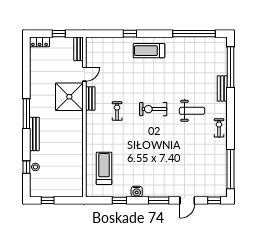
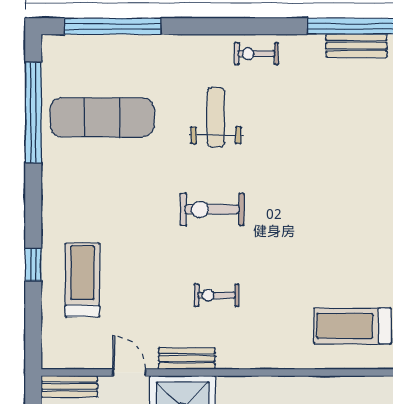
treadmill: (149, 51) -> (82, 280), moved, turned 180
exercise mat: (192, 63) -> (102, 117), added
bench: (222, 88) -> (357, 46), moved
exercise bike: (153, 109) -> (212, 209), turned 90

